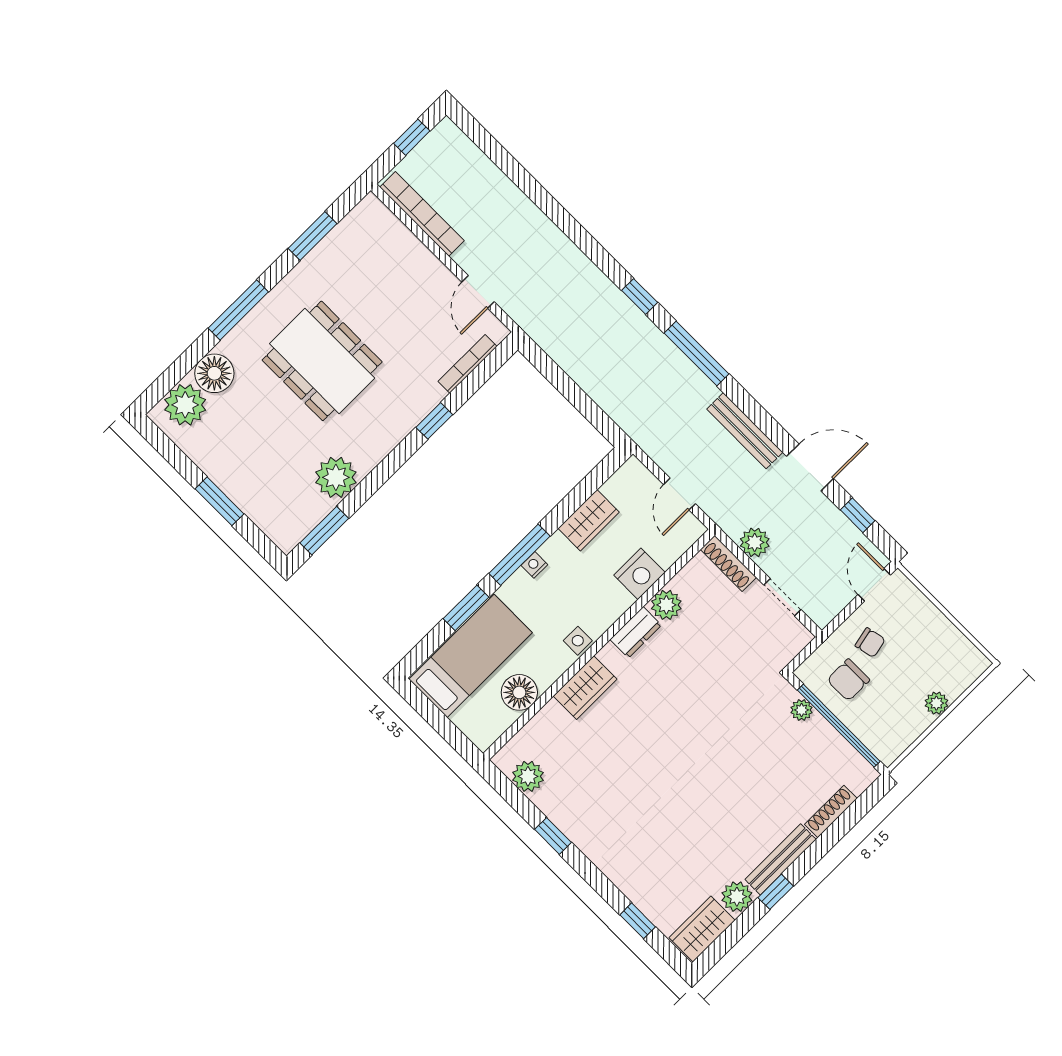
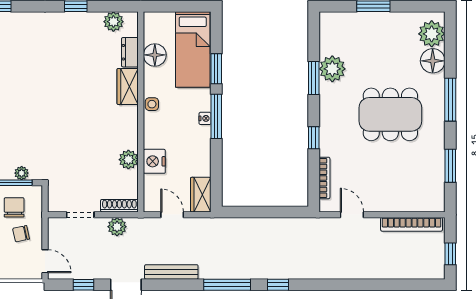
wardrobe: (589, 520) -> (201, 195), moved
window: (324, 531) -> (314, 78), moved
dresser: (636, 632) -> (130, 52), moved

